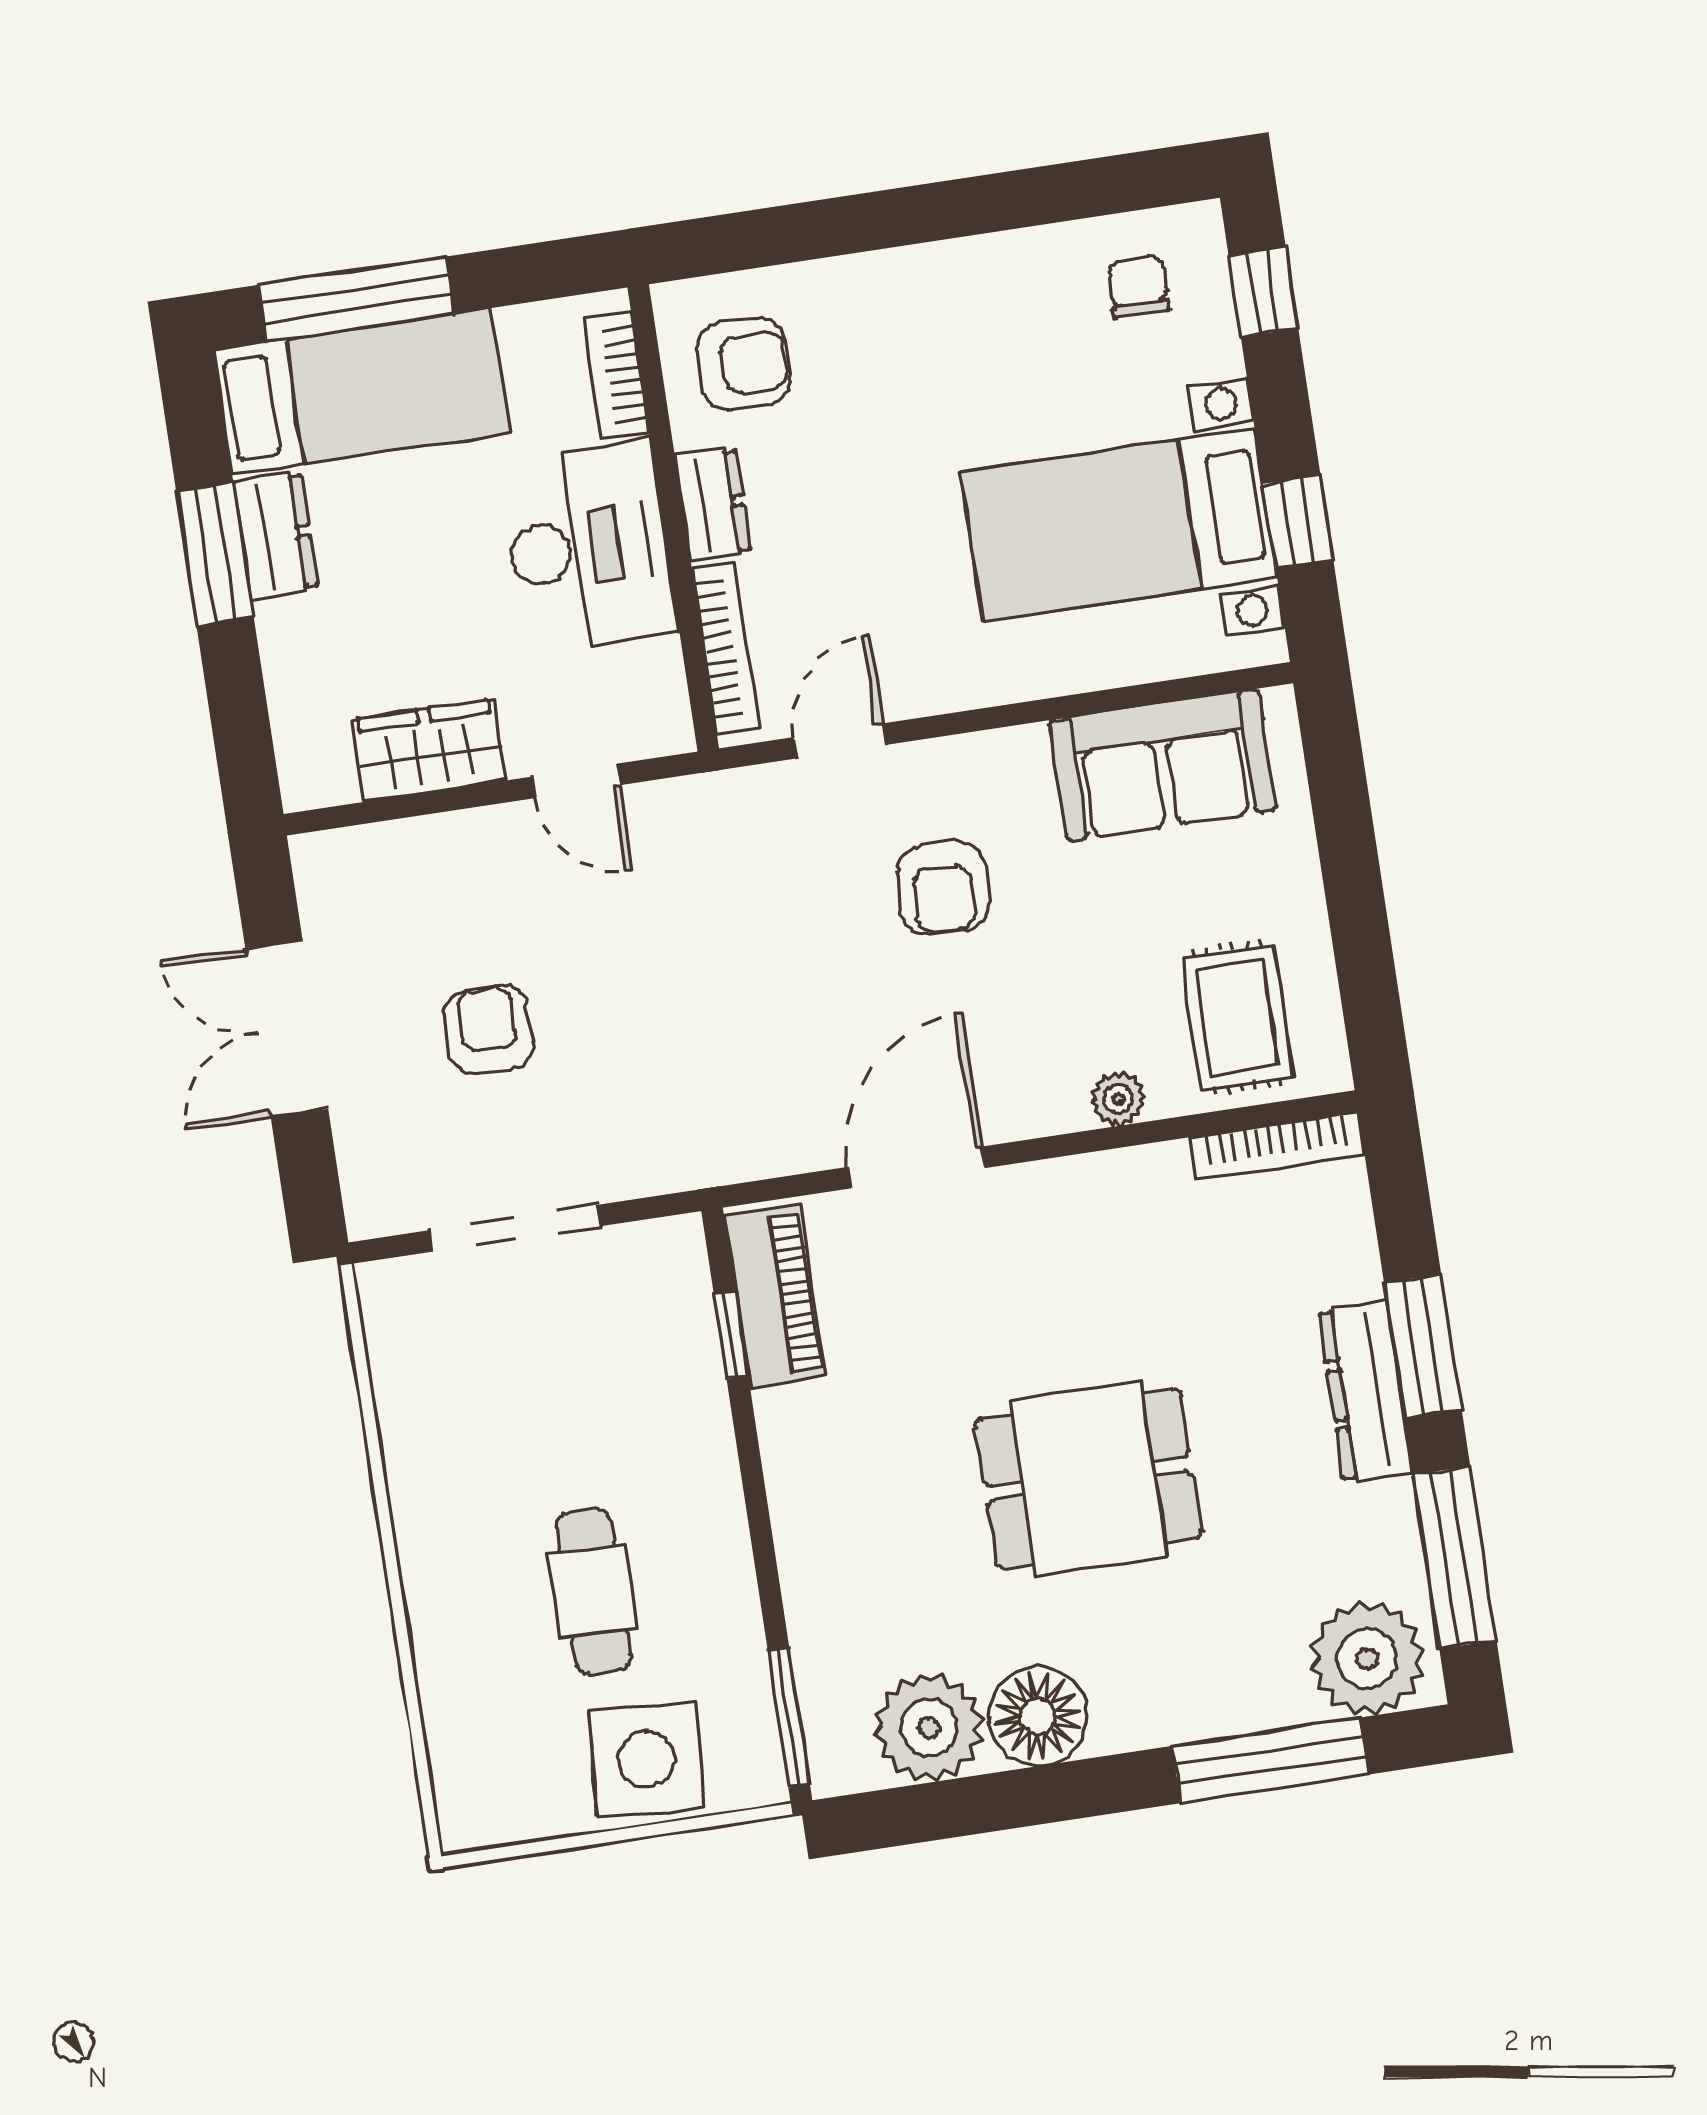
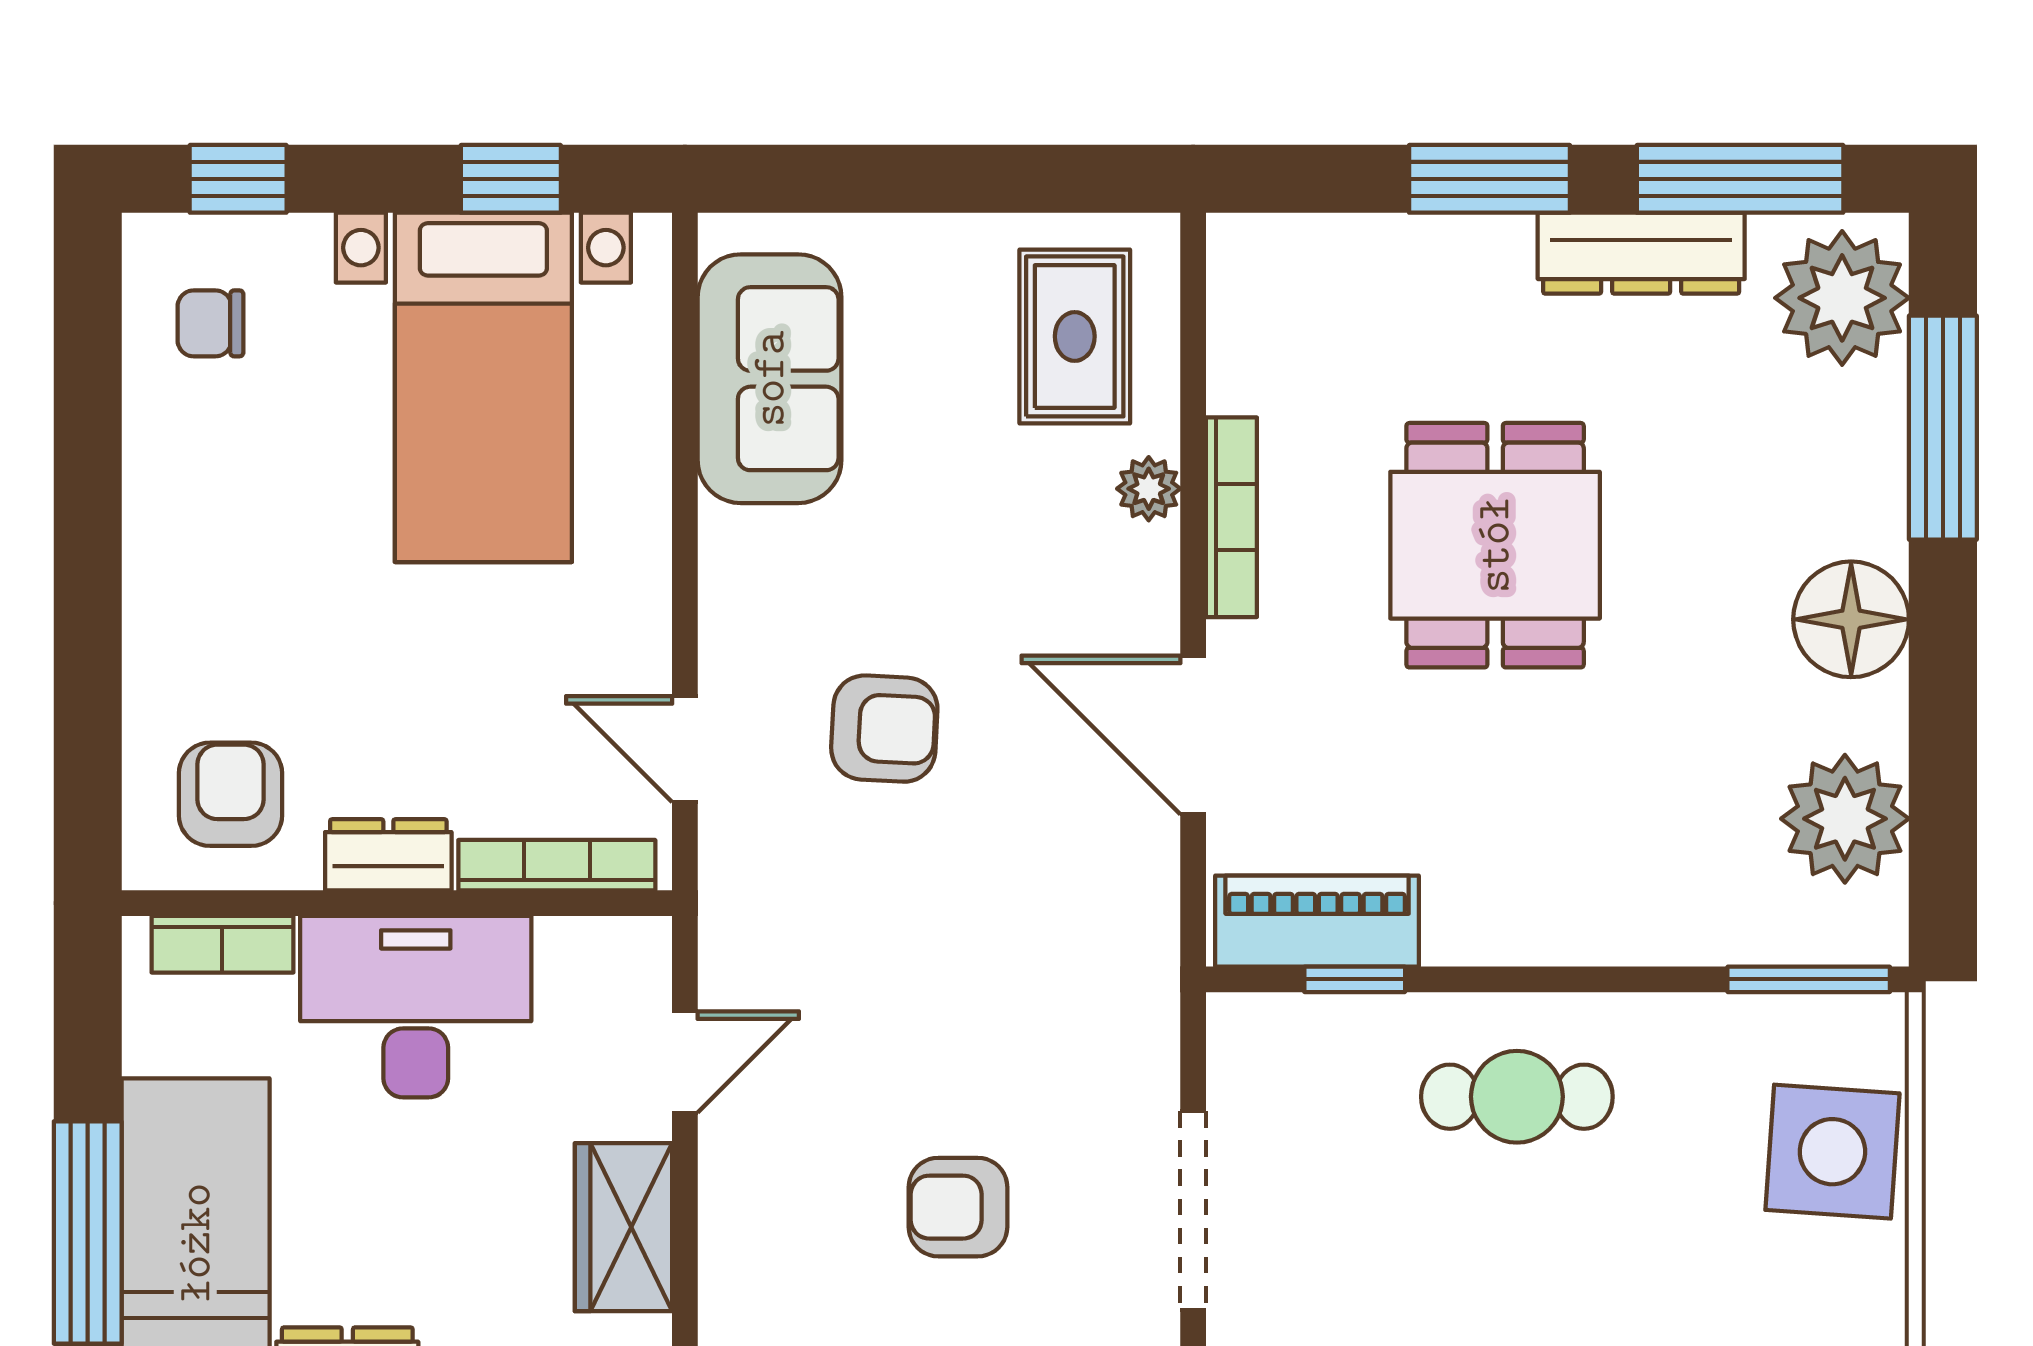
armchair: (943, 888) -> (884, 729), moved
rug: (1237, 1017) -> (1075, 336), turned 90
bookcase: (1277, 1146) -> (1231, 517), moved
dresser: (1365, 1391) -> (1641, 253), moved
dining table: (1089, 1479) -> (1495, 545), moved
cafe table: (593, 1591) -> (1517, 1097), moved
floor lamp: (1038, 1716) -> (1851, 619), moved

